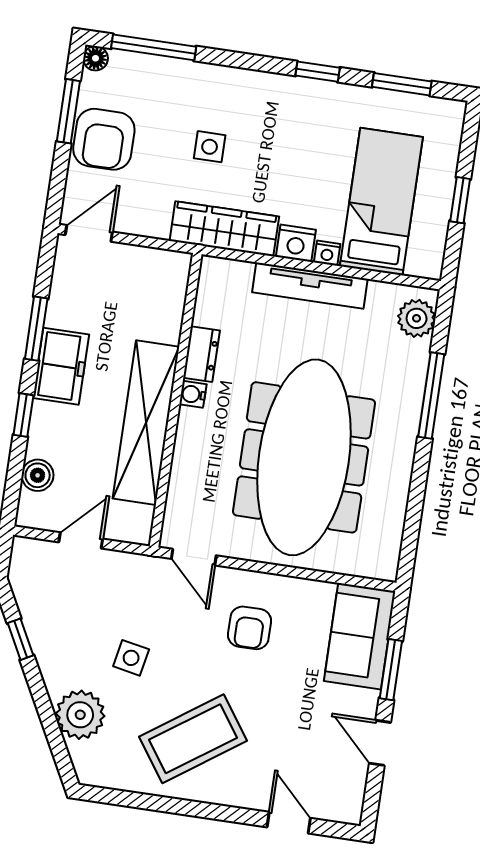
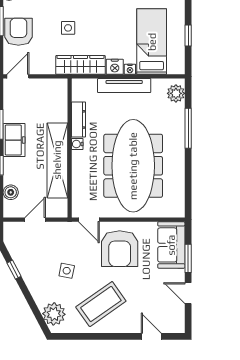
armchair: (104, 139) -> (18, 32), turned 180
dresser: (201, 354) -> (78, 119), width x1.44
armchair: (250, 628) -> (120, 249), width x1.88, depth x1.88
plant: (80, 715) -> (54, 314), moved

